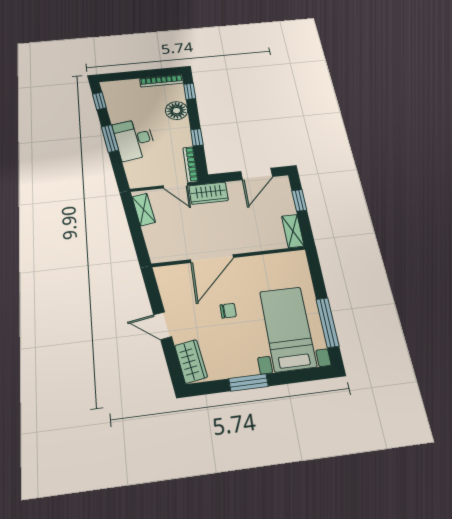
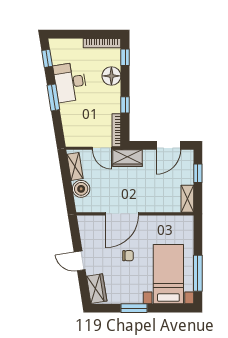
desk: (134, 139) -> (70, 82), moved
boiler: (154, 235) -> (81, 189), added

